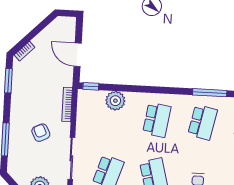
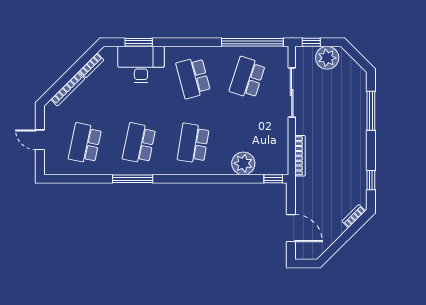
door: (78, 55) -> (291, 228), moved
window: (8, 81) -> (371, 180), width x0.67
armchair: (41, 133) -> (329, 121), removed

